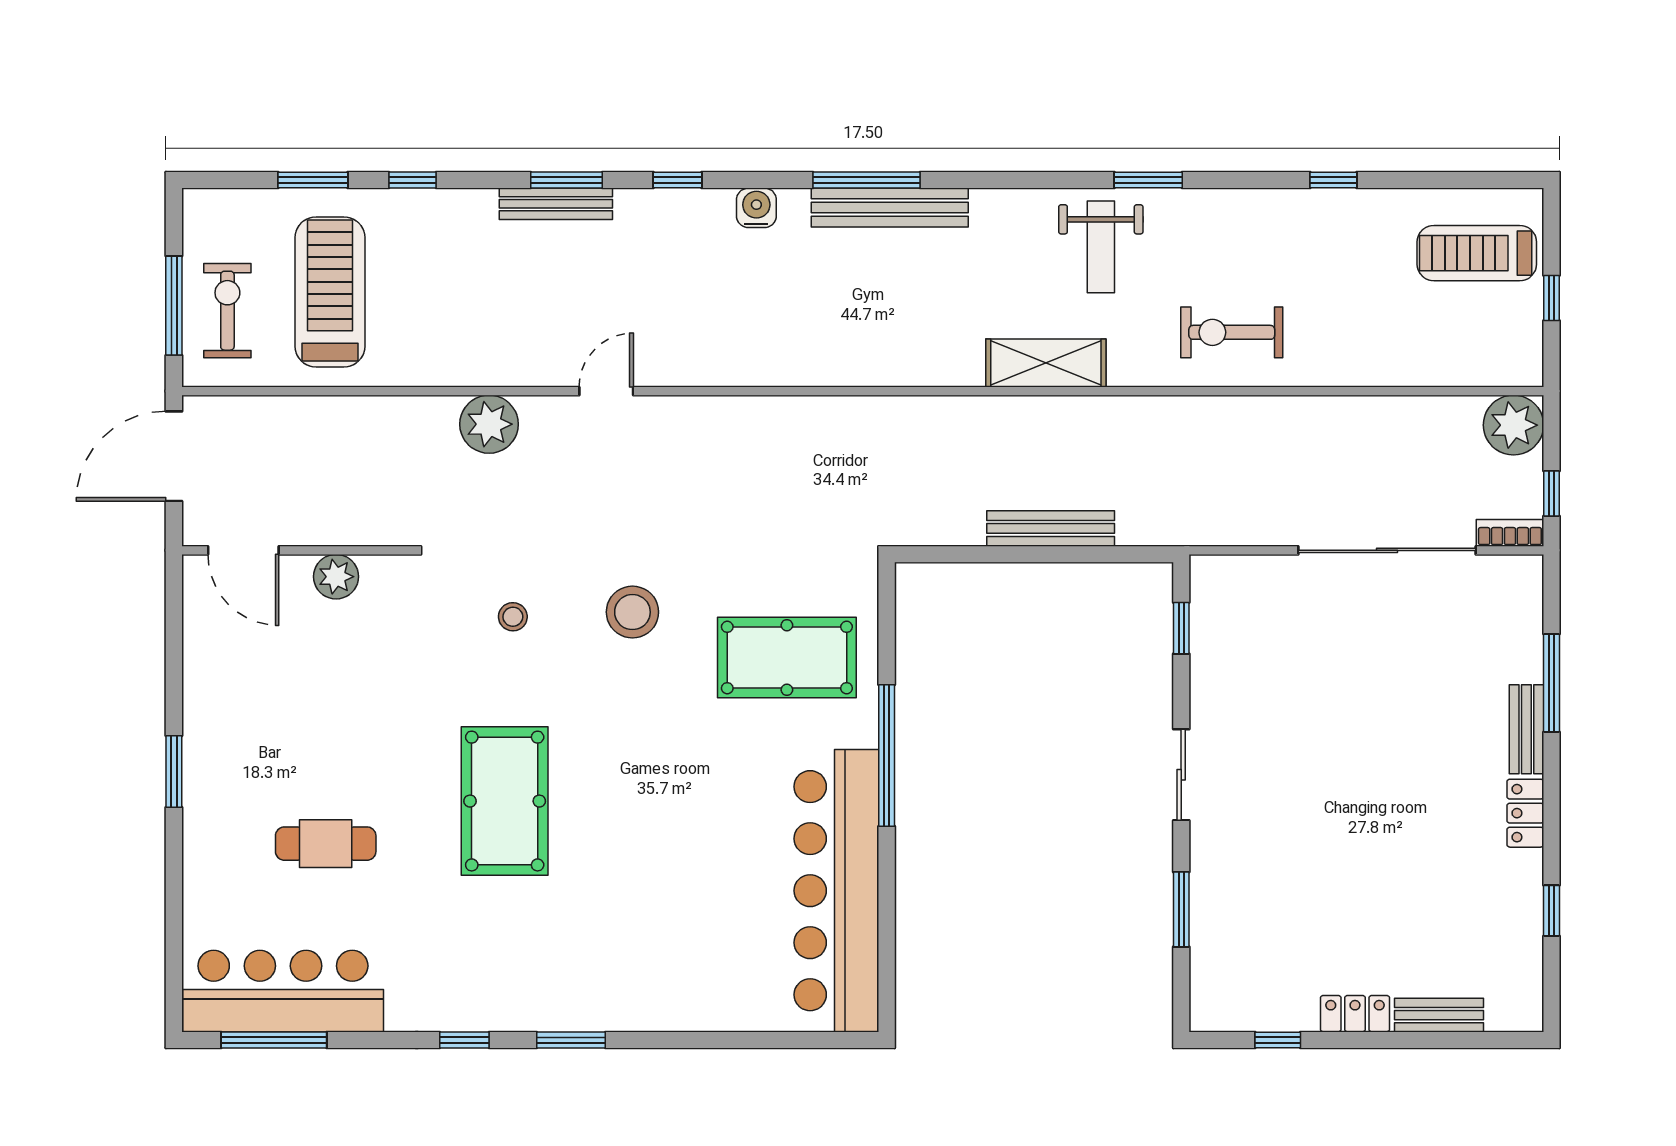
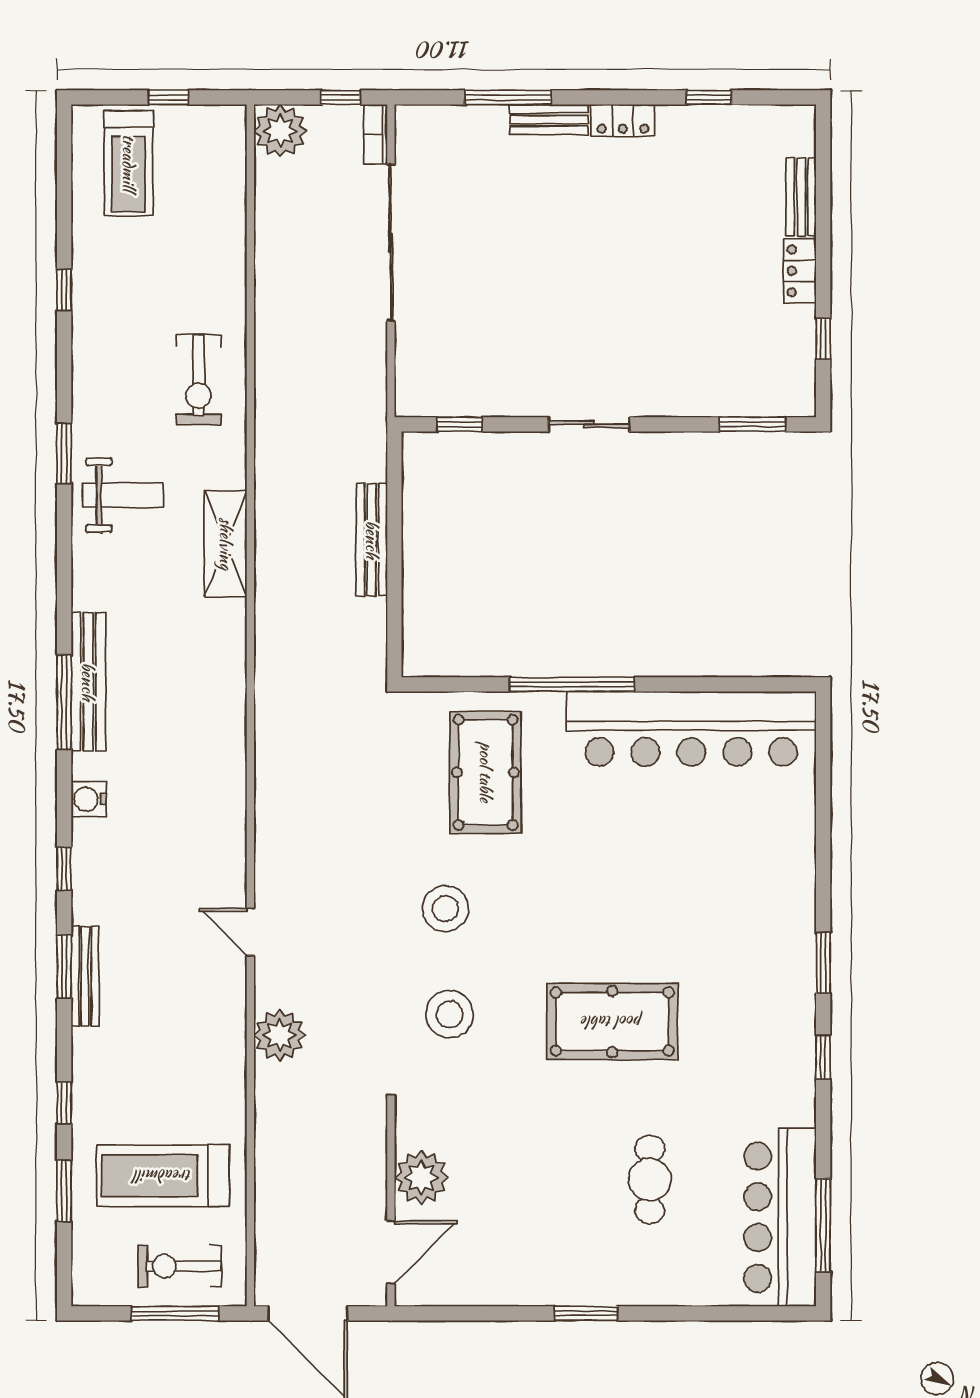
plant: (336, 577) -> (421, 1177), width x1.36, depth x1.36
stool: (513, 617) -> (450, 1014), width x1.89, depth x1.89
window: (1181, 909) -> (753, 424), moved

